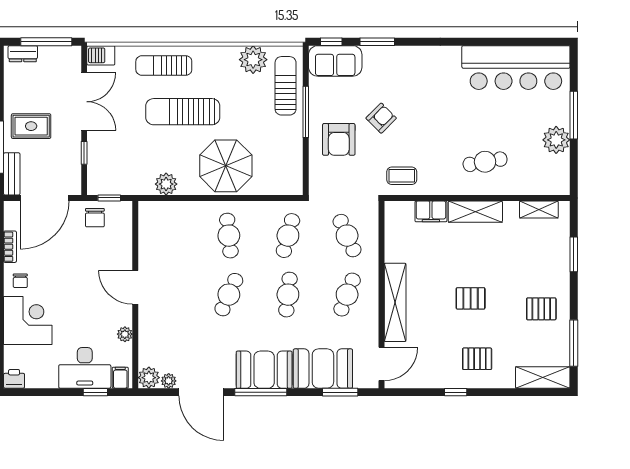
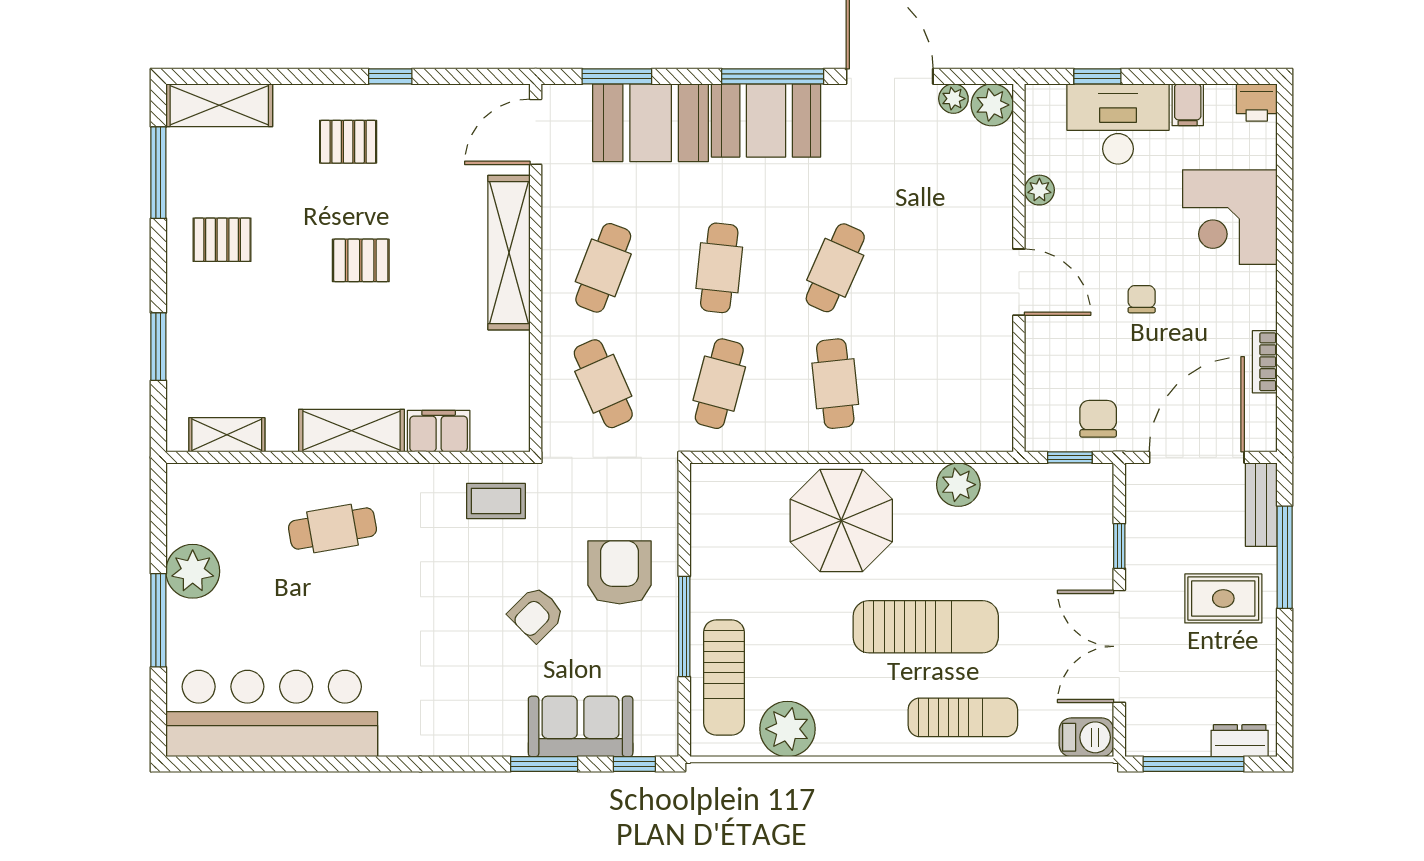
sofa: (335, 61) -> (581, 726), moved
chair: (20, 281) -> (1142, 299), moved
filing cabinet: (120, 378) -> (1188, 105), moved

